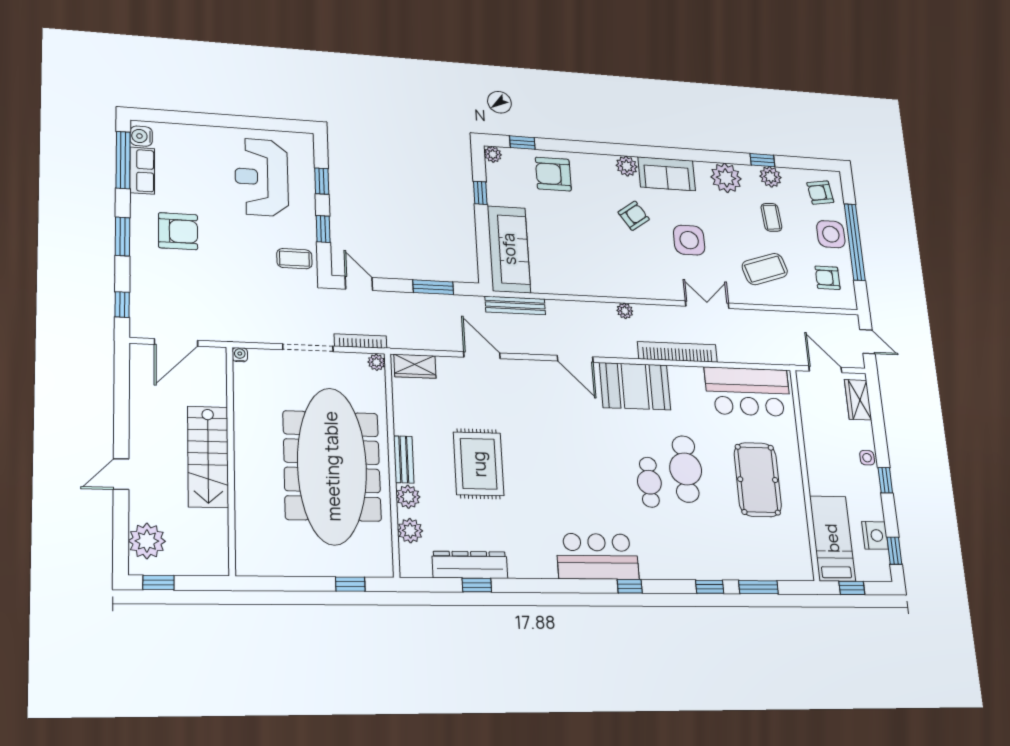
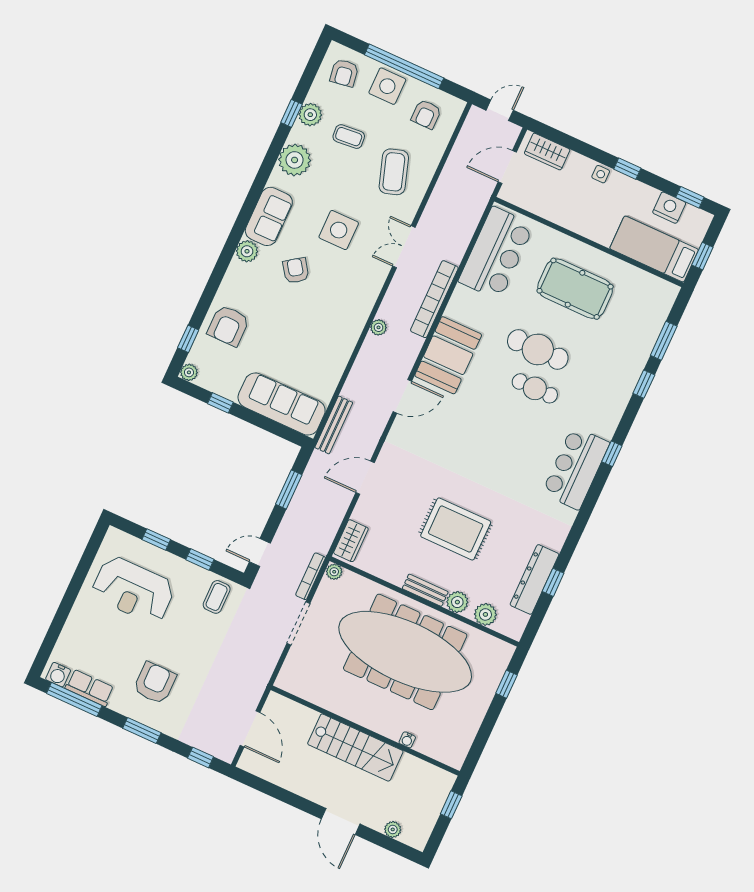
water cooler: (240, 355) -> (407, 740), moved, turned -90
door: (121, 474) -> (341, 821), width x1.38
plant: (147, 541) -> (393, 829), width x0.53, depth x0.53
window: (158, 583) -> (451, 805), moved

